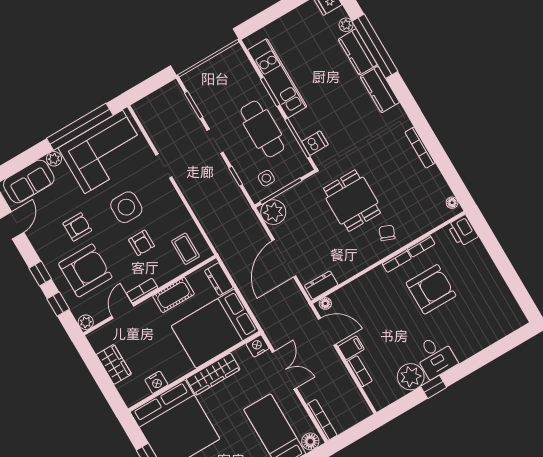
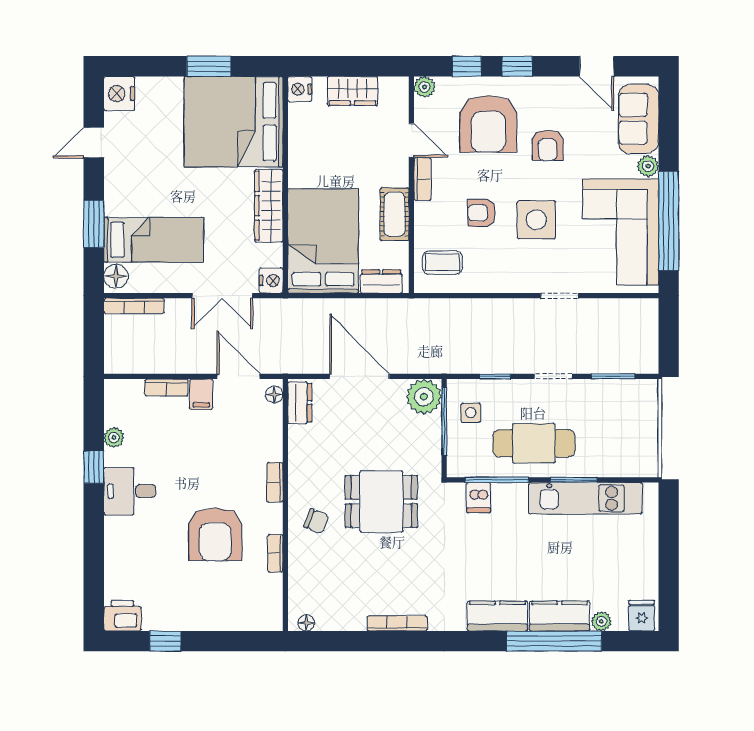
printer: (463, 231) -> (122, 616), moved
bookcase: (397, 261) -> (275, 482), moved
window: (513, 281) -> (165, 641), added
door: (327, 332) -> (238, 376), swing flipped
plant: (411, 377) -> (114, 438), width x0.53, depth x0.53
nightstand: (156, 382) -> (300, 89), moved

